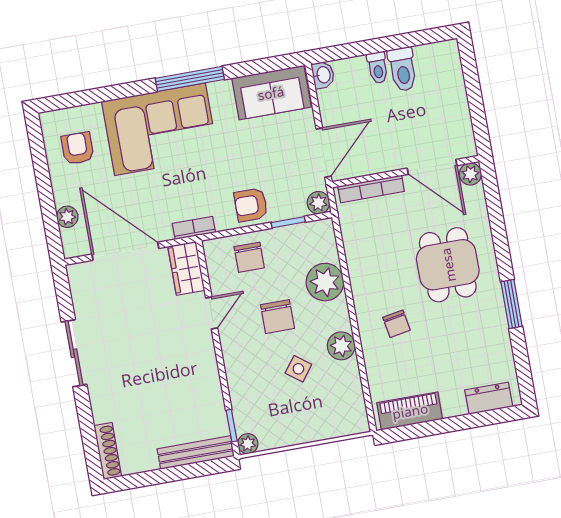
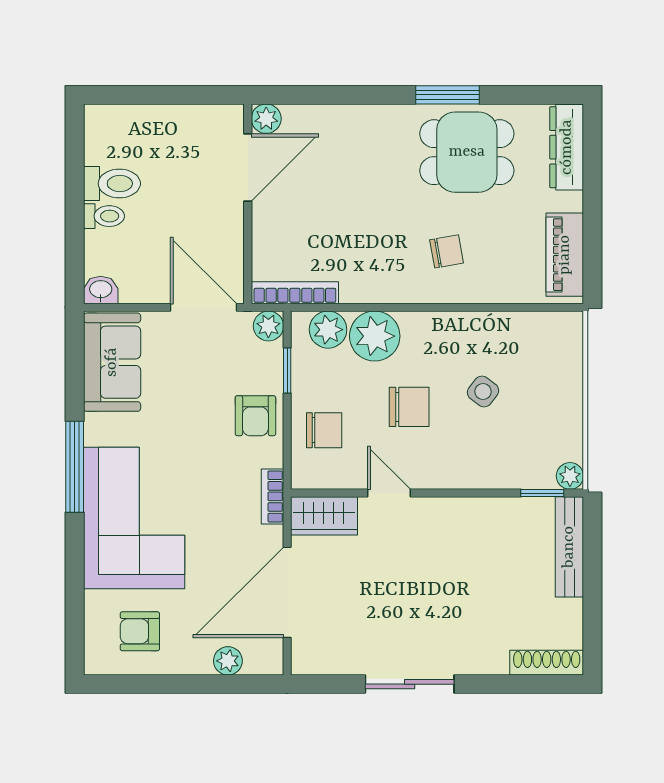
bookcase: (371, 189) -> (295, 293), moved, turned -90
dining table: (448, 265) -> (467, 152), moved
plant: (341, 346) -> (328, 330), moved
dresser: (489, 398) -> (567, 147), width x1.44

